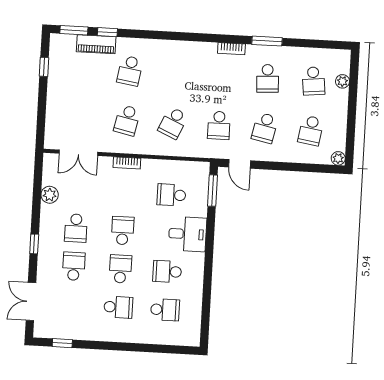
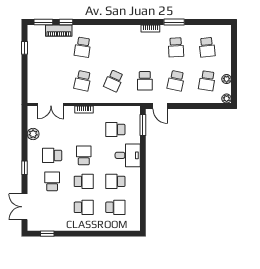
plant: (342, 81) -> (227, 79), moved
school desk: (76, 228) -> (52, 155), turned 90
school desk: (120, 269) -> (84, 181), turned 90

